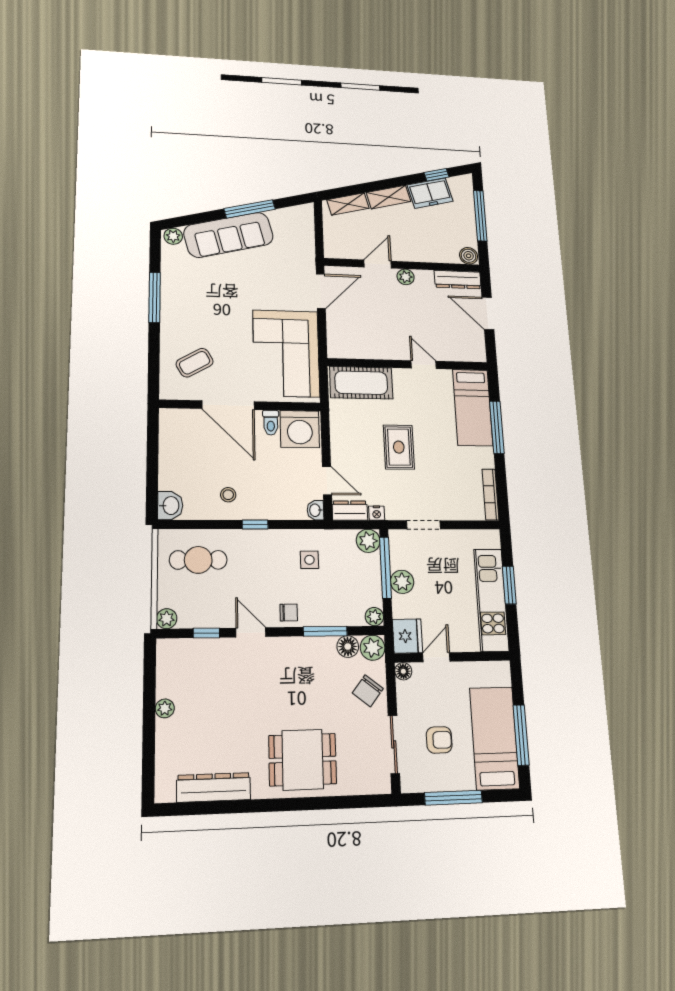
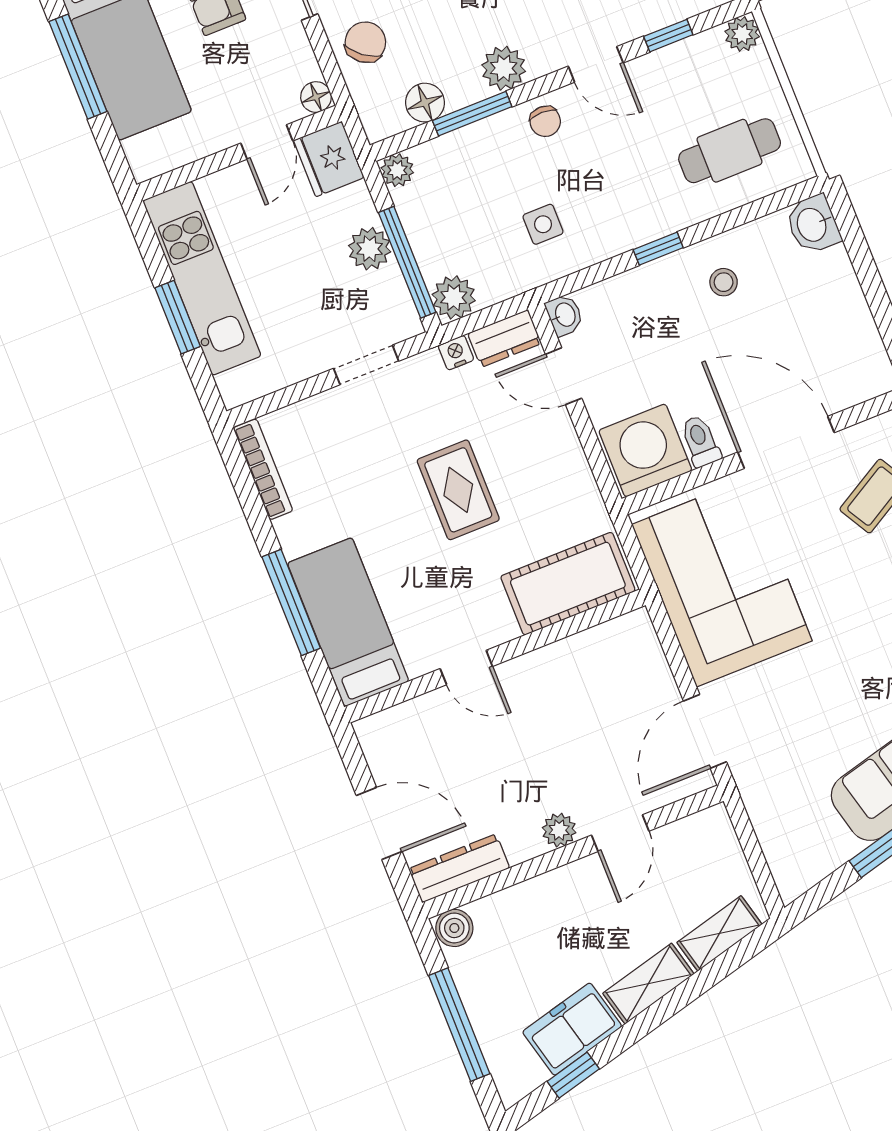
chair: (289, 612) -> (545, 121), turned -90
plant: (373, 648) -> (504, 68), moved

